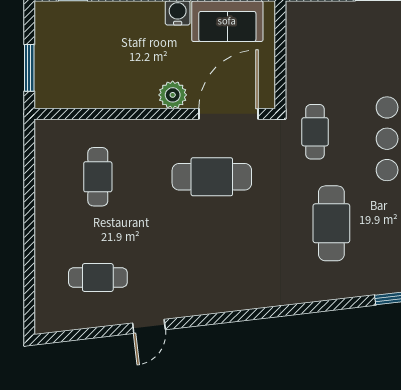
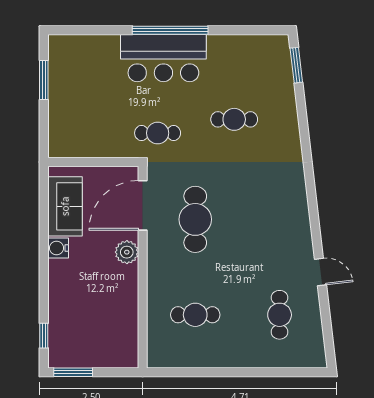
window: (29, 68) -> (73, 372), moved
door: (229, 114) -> (143, 205), hinge flipped
cafe table: (331, 223) -> (234, 119), width x0.73, depth x0.74

